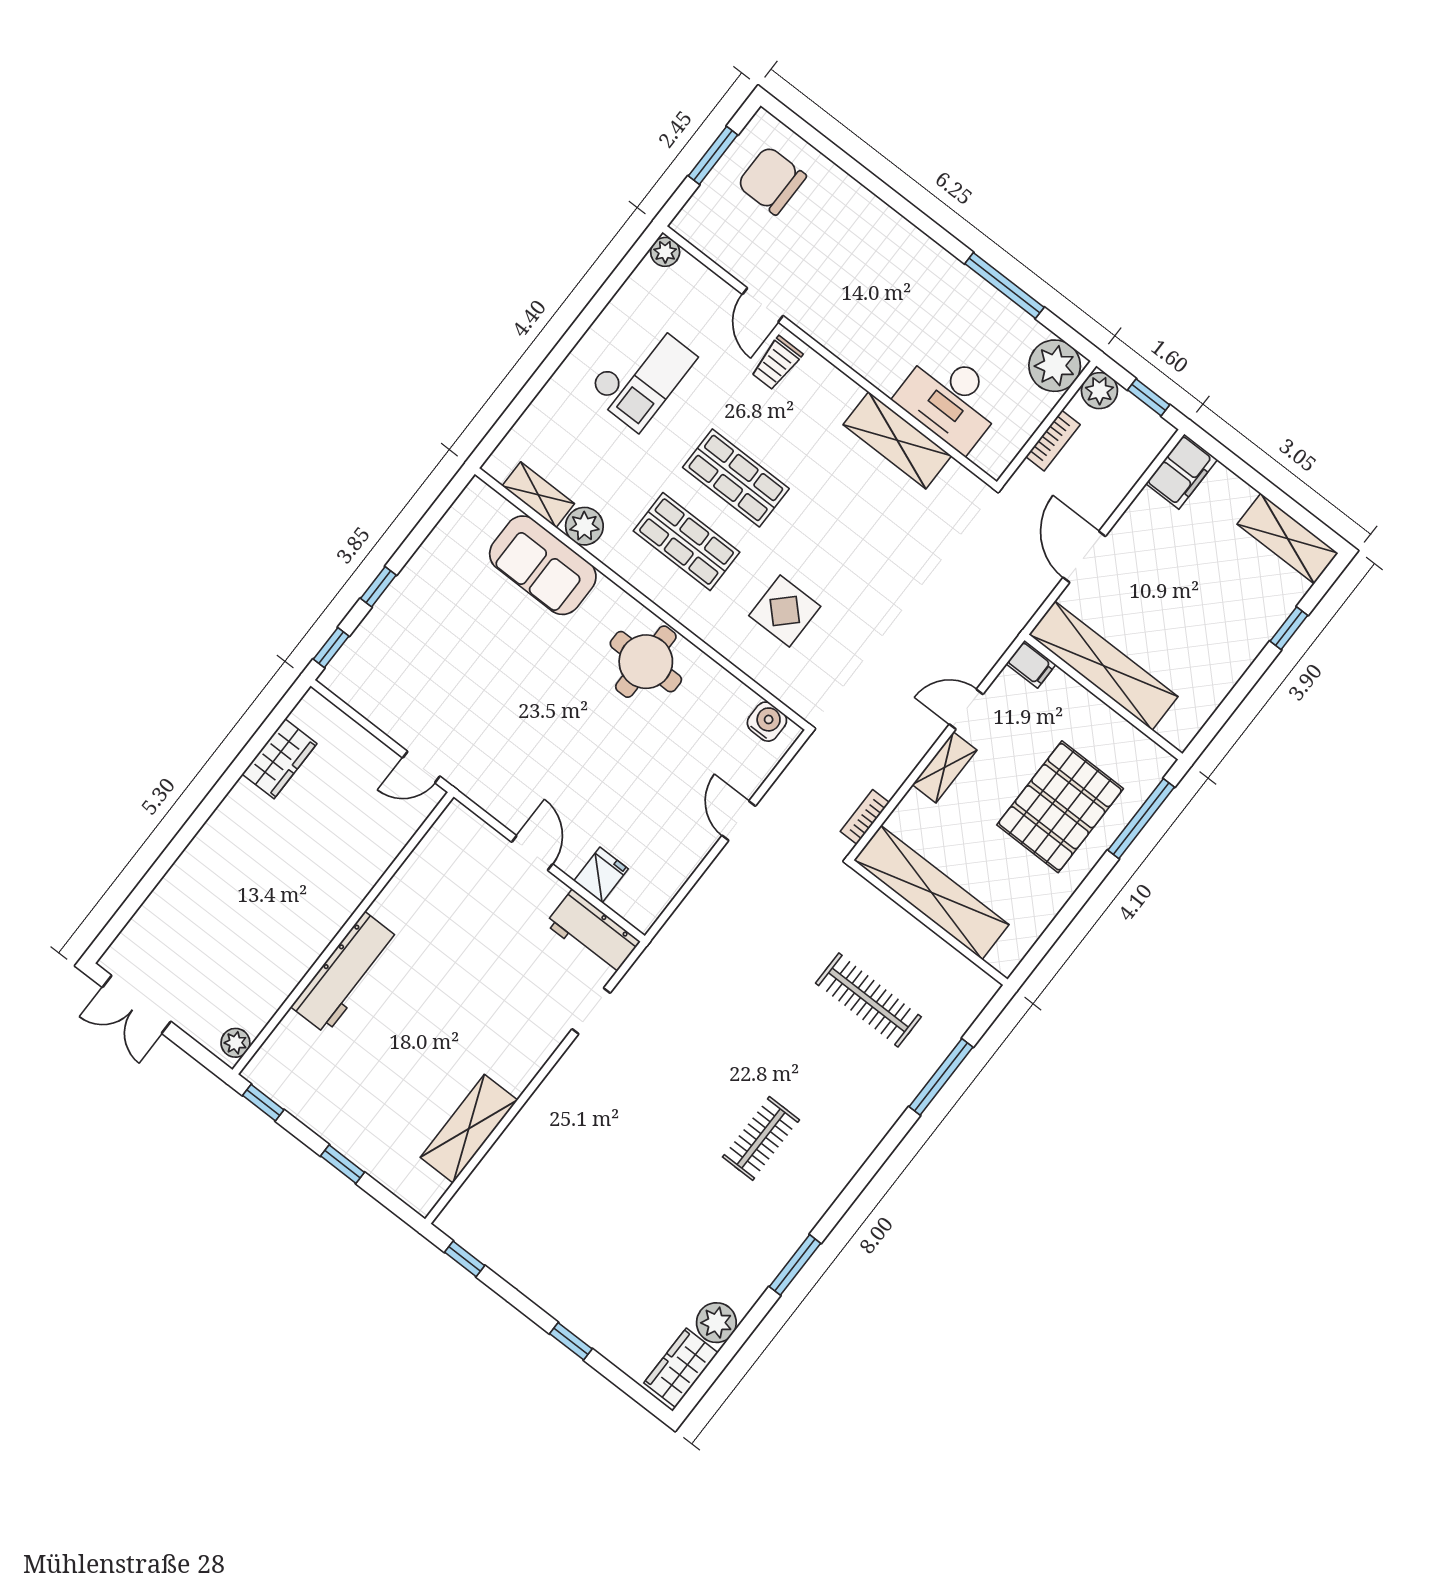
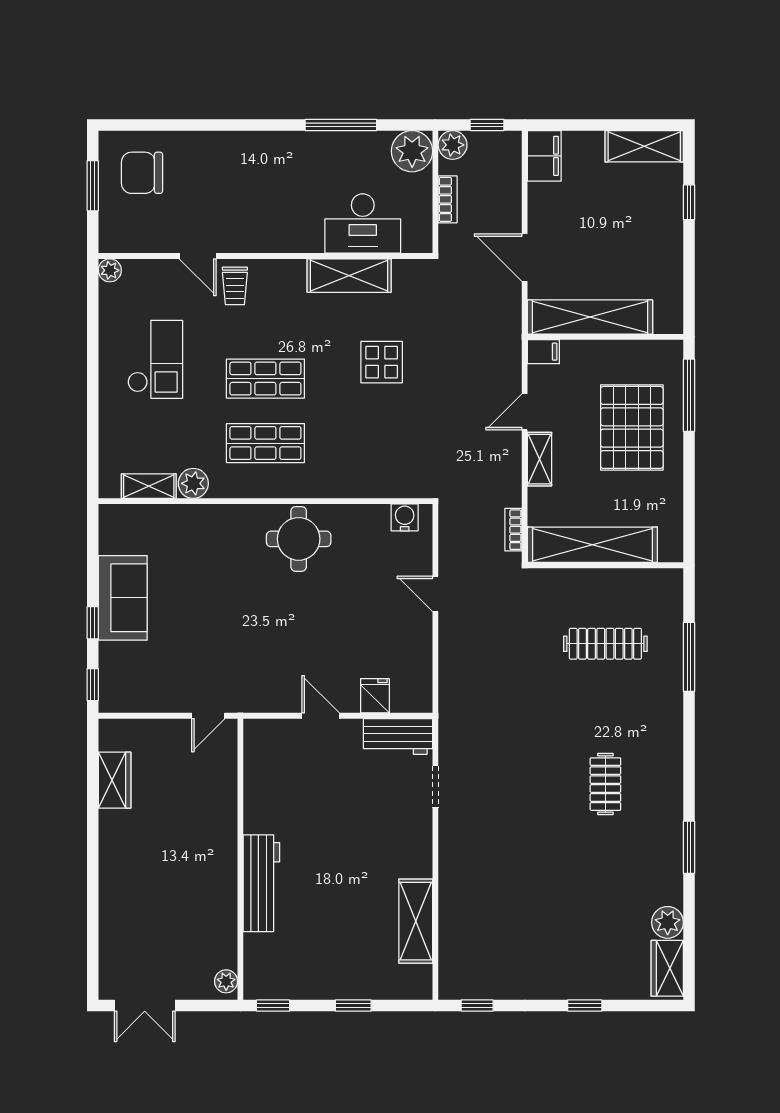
sofa: (543, 565) -> (123, 598), moved, turned -90
display table: (785, 611) -> (382, 362), moved

